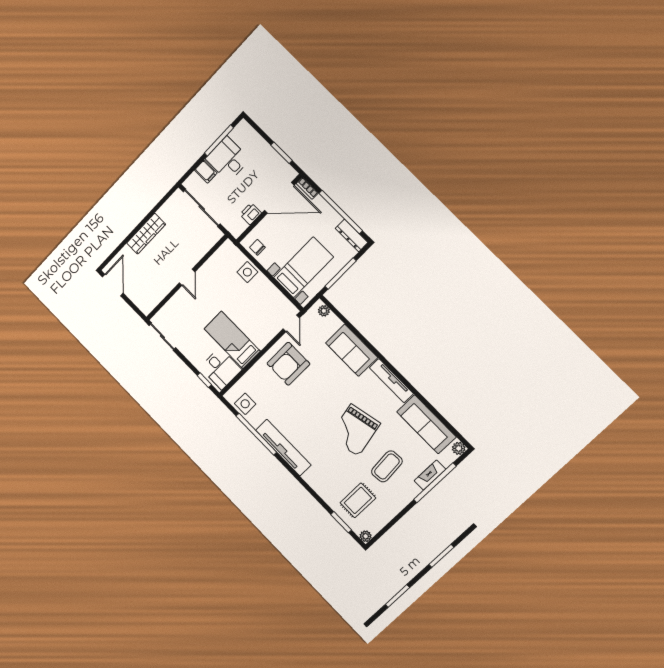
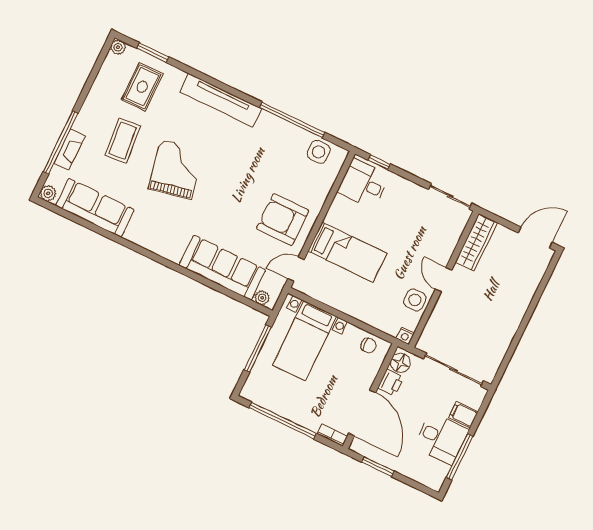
door: (279, 198) -> (362, 413), swing flipped
floor lamp: (239, 226) -> (400, 363), added
wardrobe: (146, 234) -> (476, 242), moved, turned 180
dresser: (352, 235) -> (260, 398), removed
nightstand: (228, 245) -> (405, 336), added
side table: (247, 272) -> (415, 300), moved
door: (113, 285) -> (535, 238), swing flipped
door: (291, 323) -> (296, 269), hinge flipped
bed: (232, 340) -> (347, 252), moved
sofa: (352, 350) -> (222, 268), width x1.36
armchair: (288, 364) -> (283, 220), turned -90
tv unit: (391, 381) -> (154, 244), removed
tv unit: (283, 448) -> (221, 100), moved

